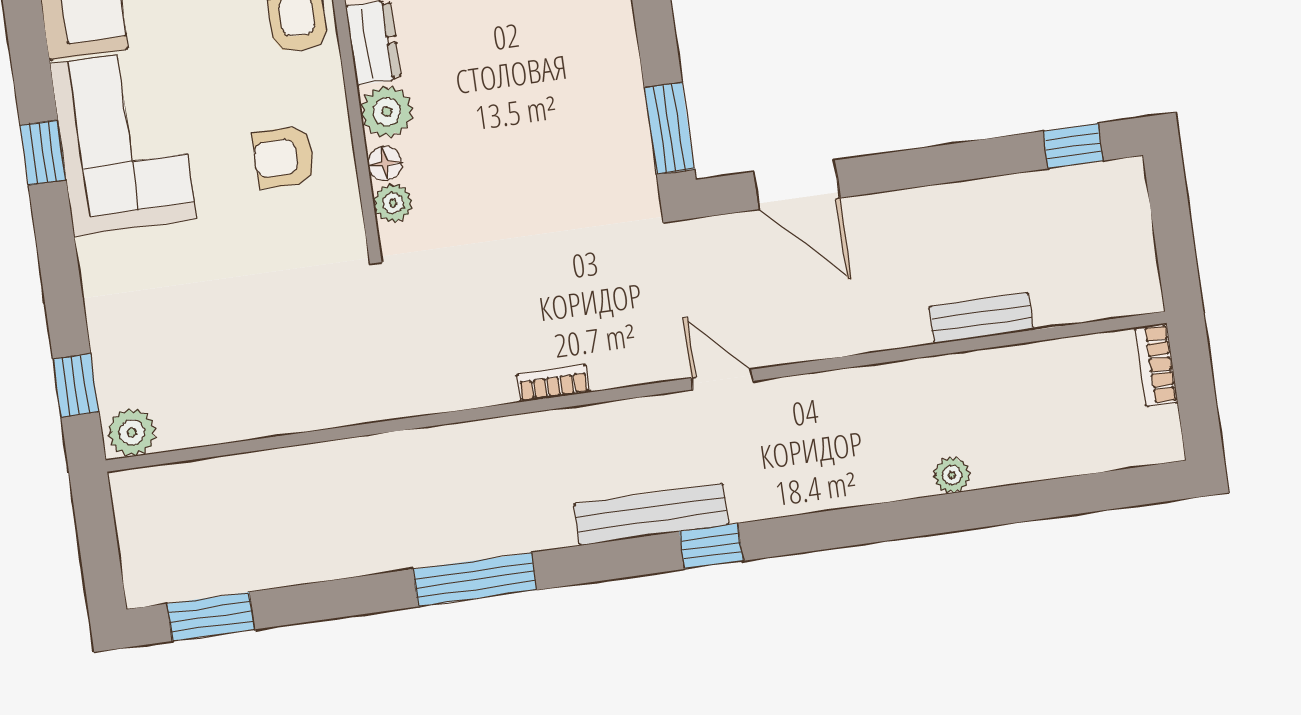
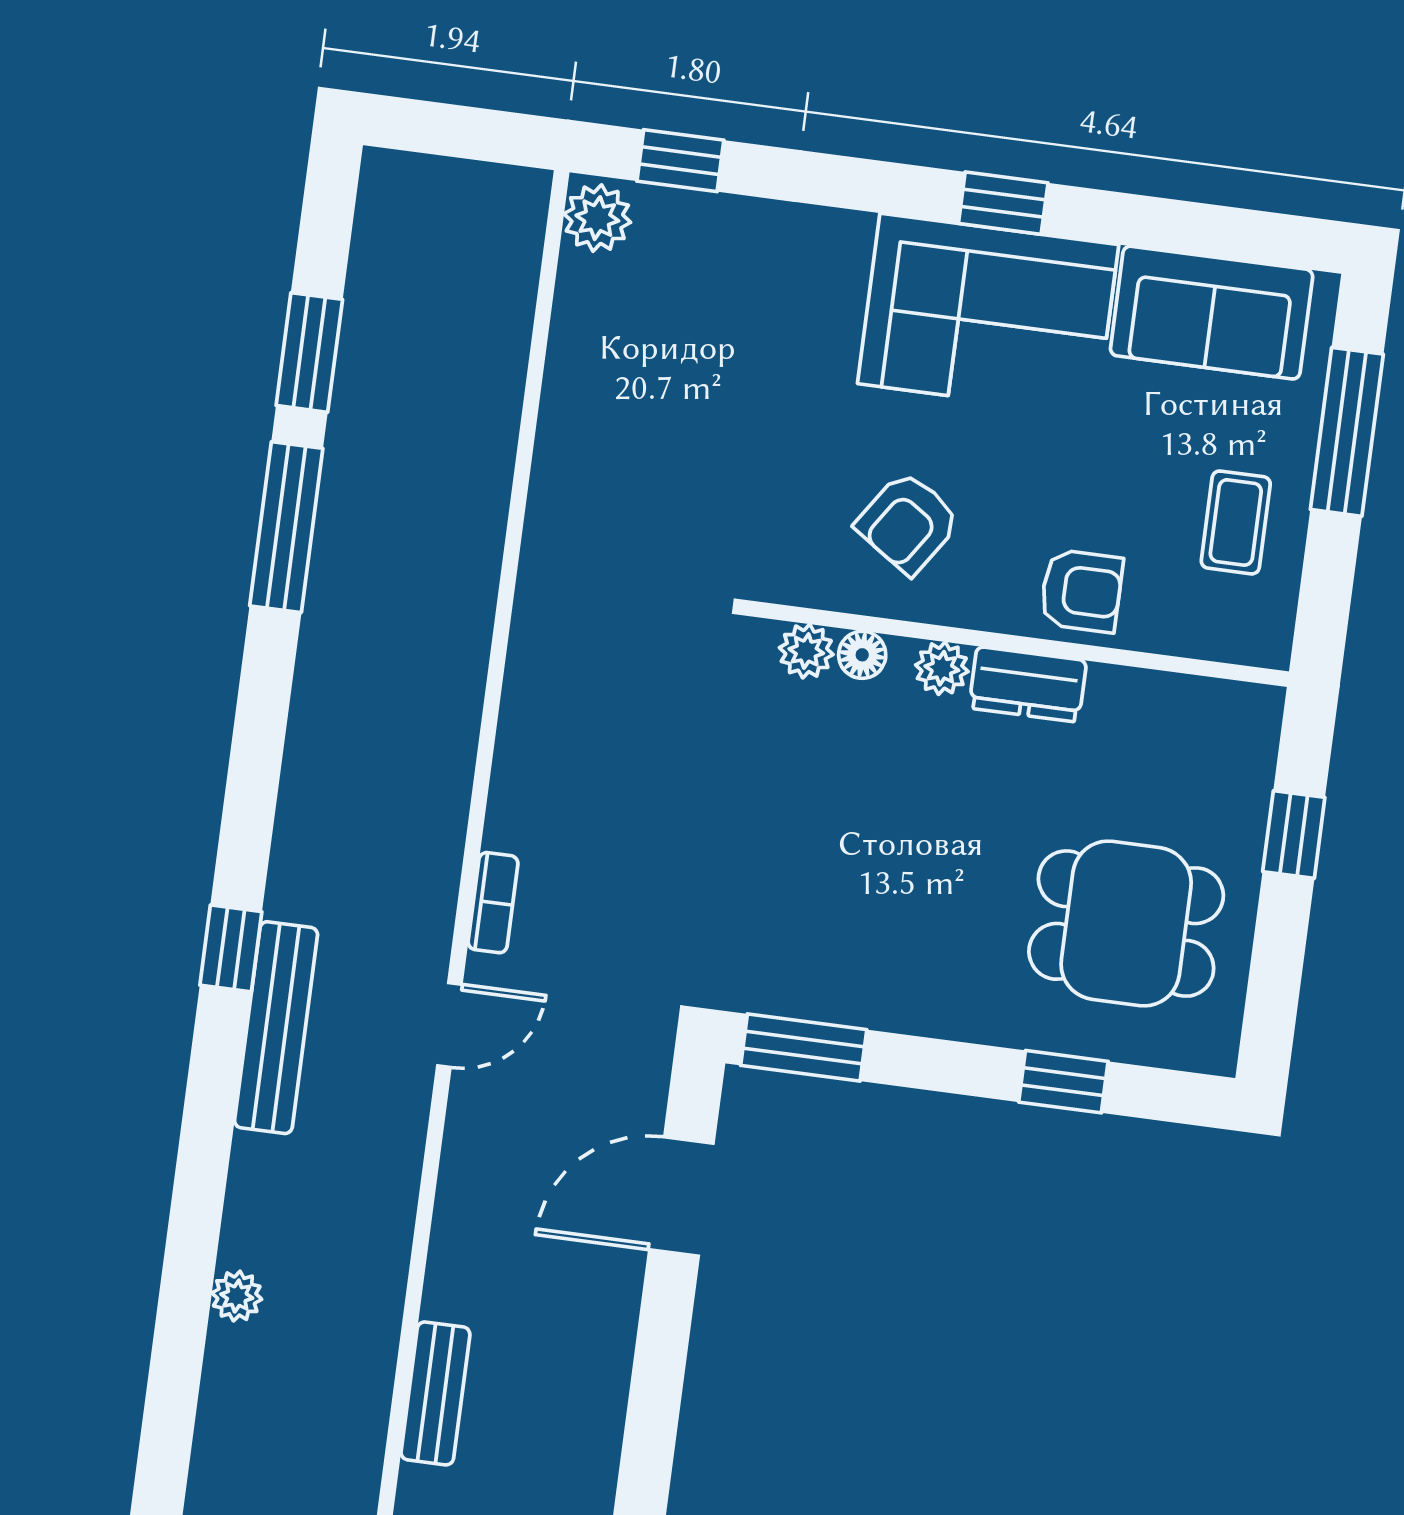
plant: (387, 112) -> (942, 668), width x0.73, depth x0.73
armchair: (284, 157) -> (908, 523), turned -146
bookcase: (553, 383) -> (493, 903), moved
bench: (651, 515) -> (276, 1028), moved
window: (475, 579) -> (286, 527), moved
window: (211, 617) -> (309, 352), moved

